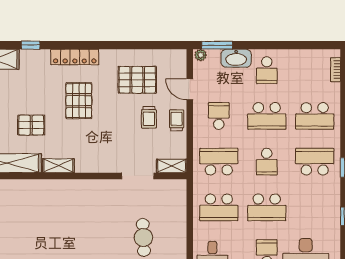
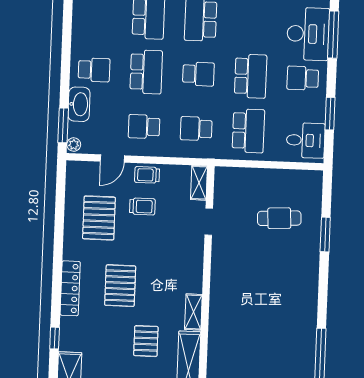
pallet: (79, 101) -> (120, 286), turned 90
school desk: (219, 162) -> (196, 129), width x0.54
doorway: (138, 176) -> (209, 222), width x0.73

